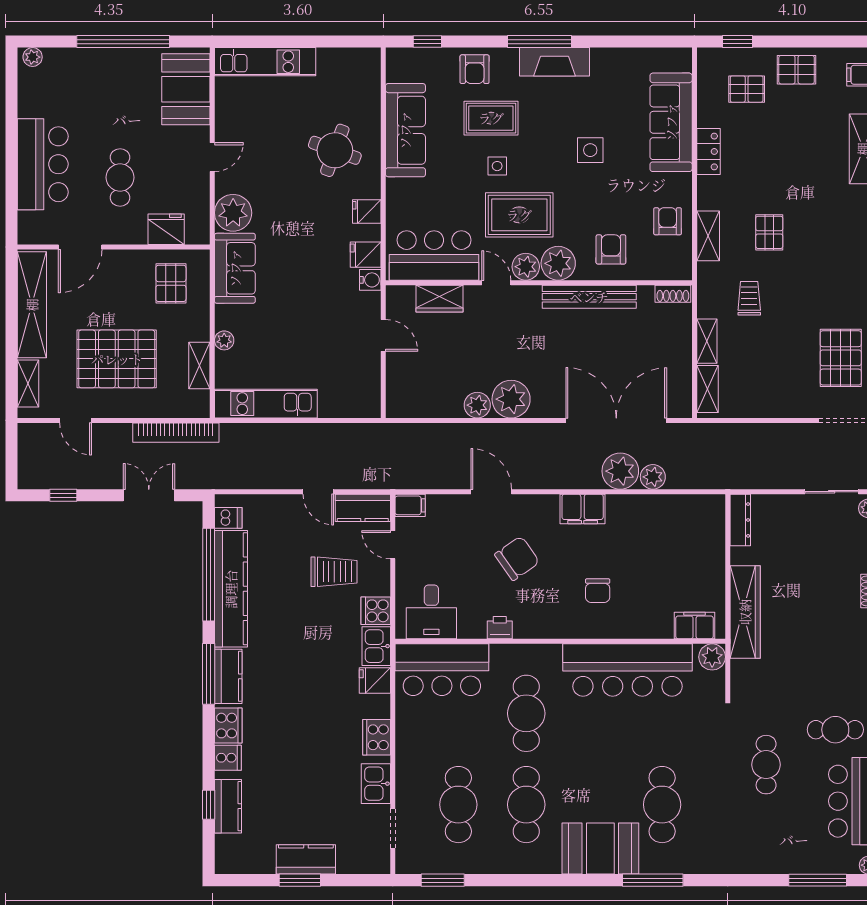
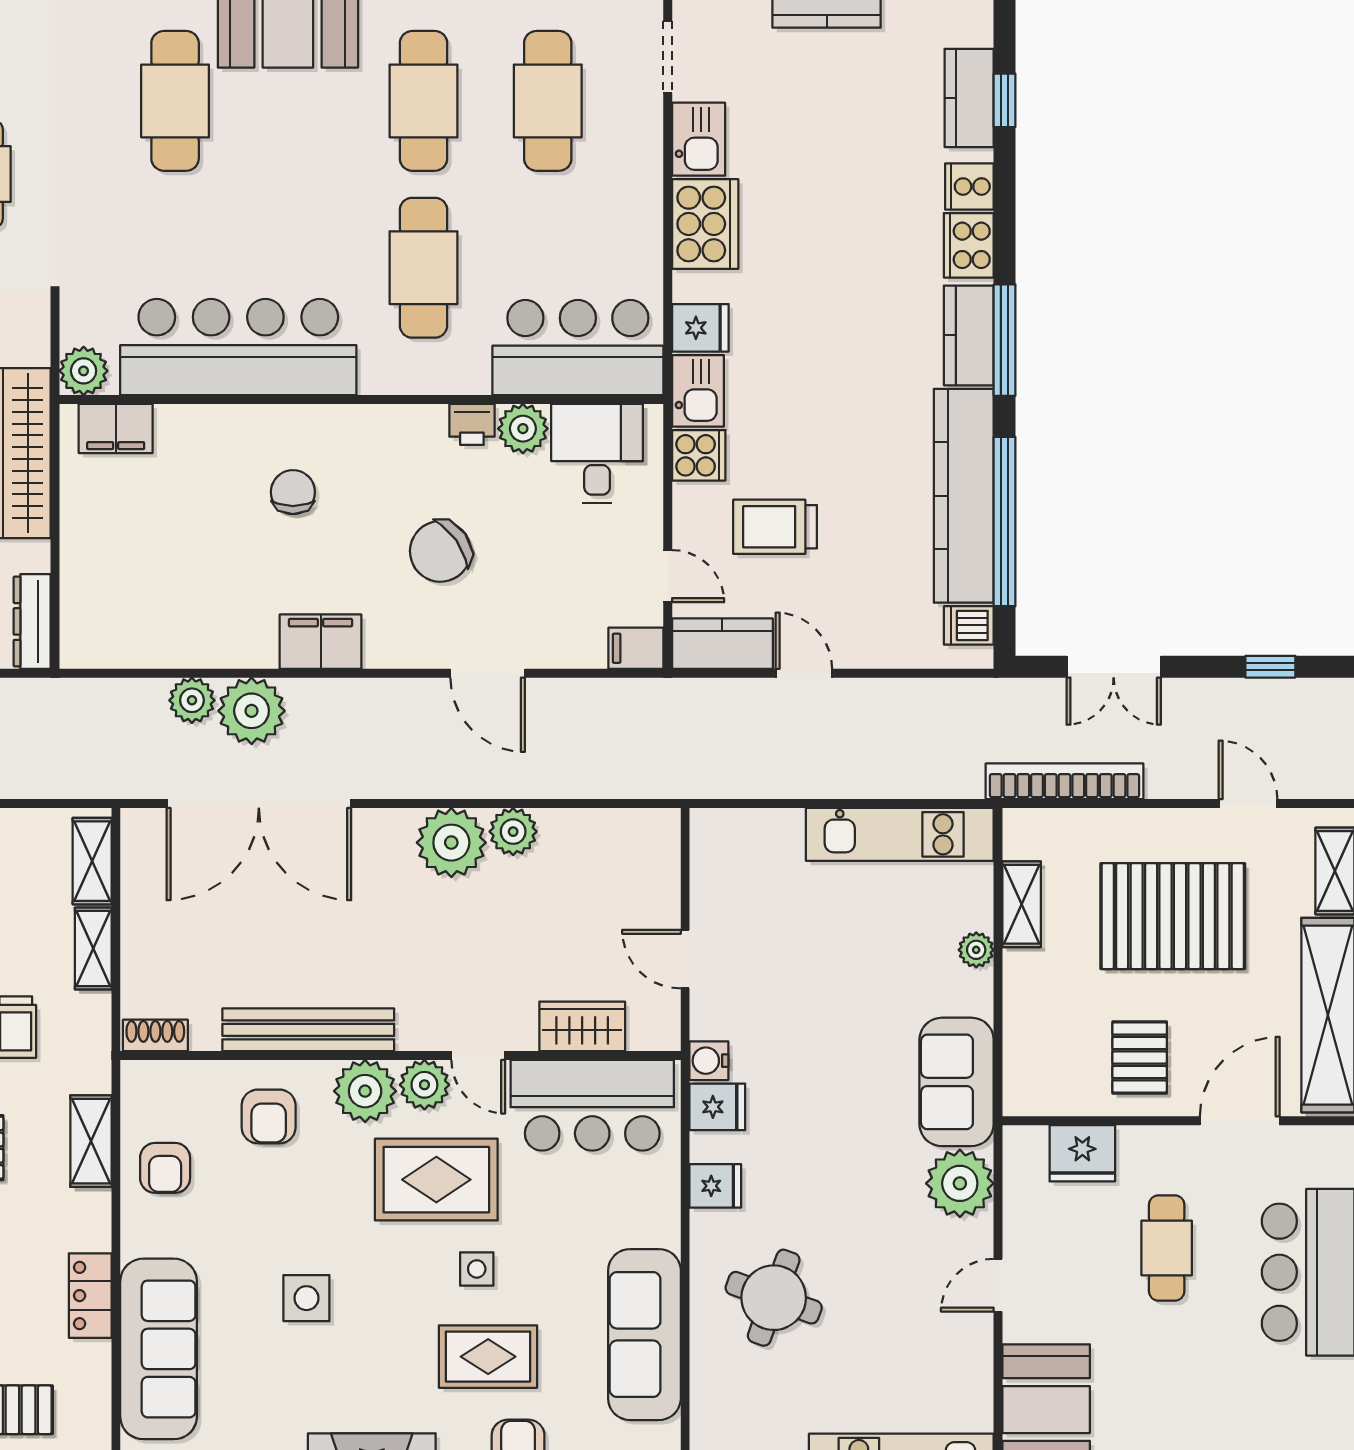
pallet: (171, 283) -> (1140, 1058), moved
plant: (472, 625) -> (523, 429), added
cooker: (377, 737) -> (705, 224), width x1.37, depth x1.31

